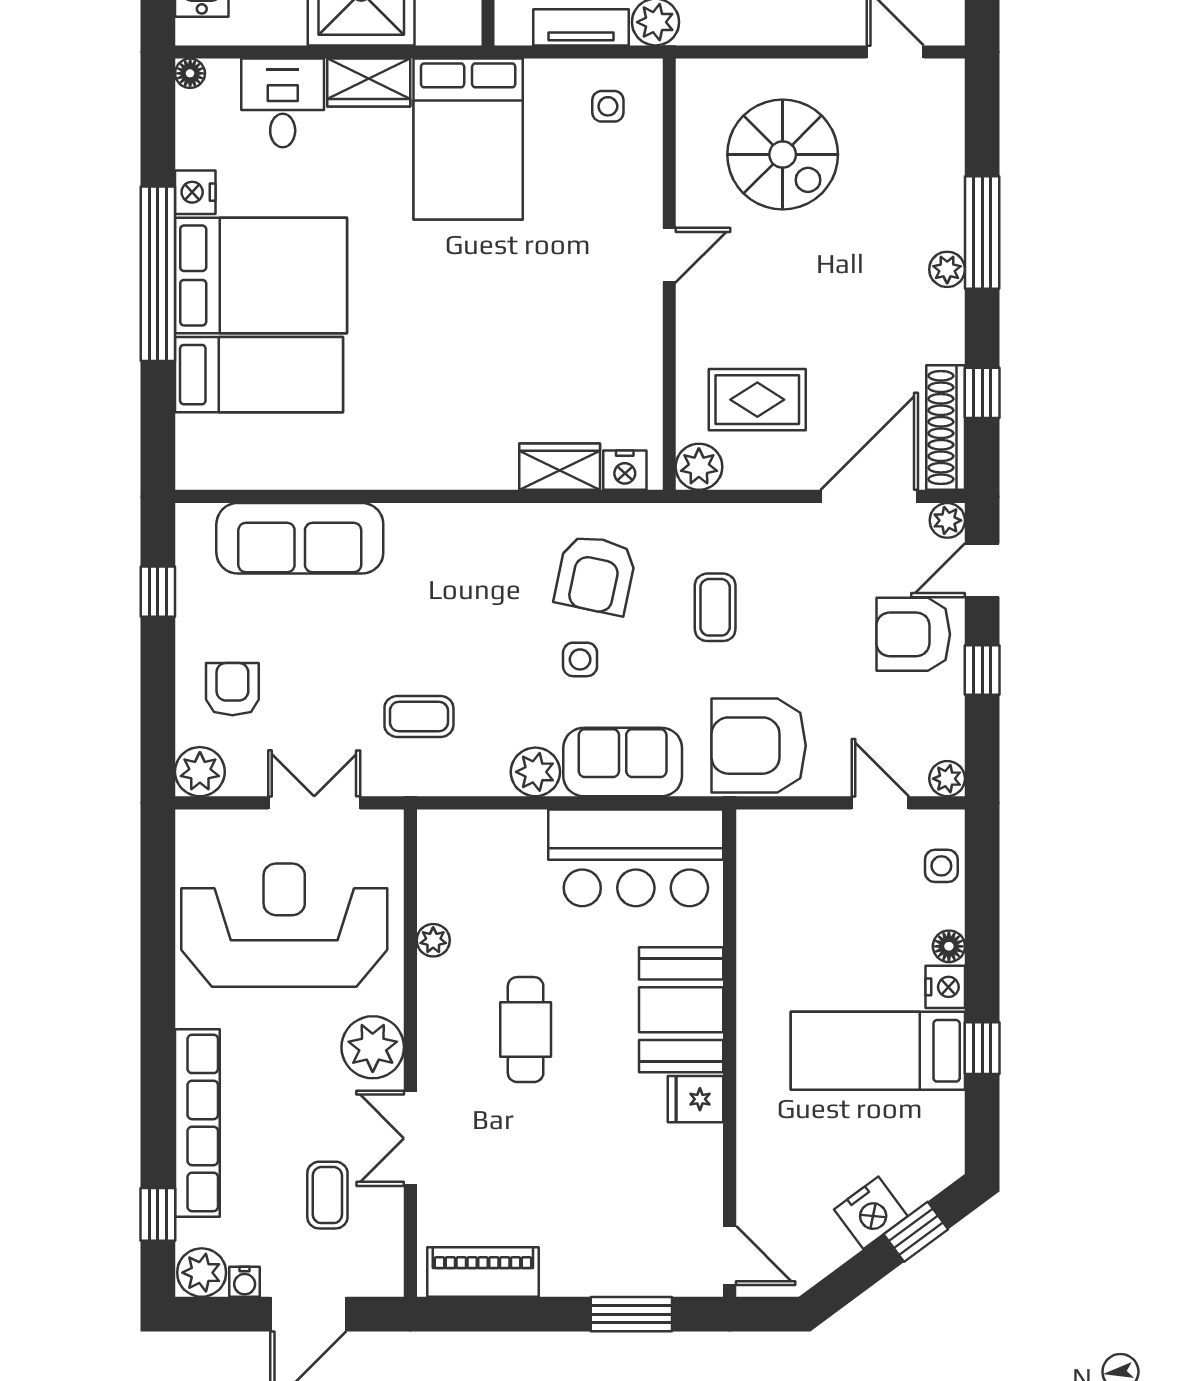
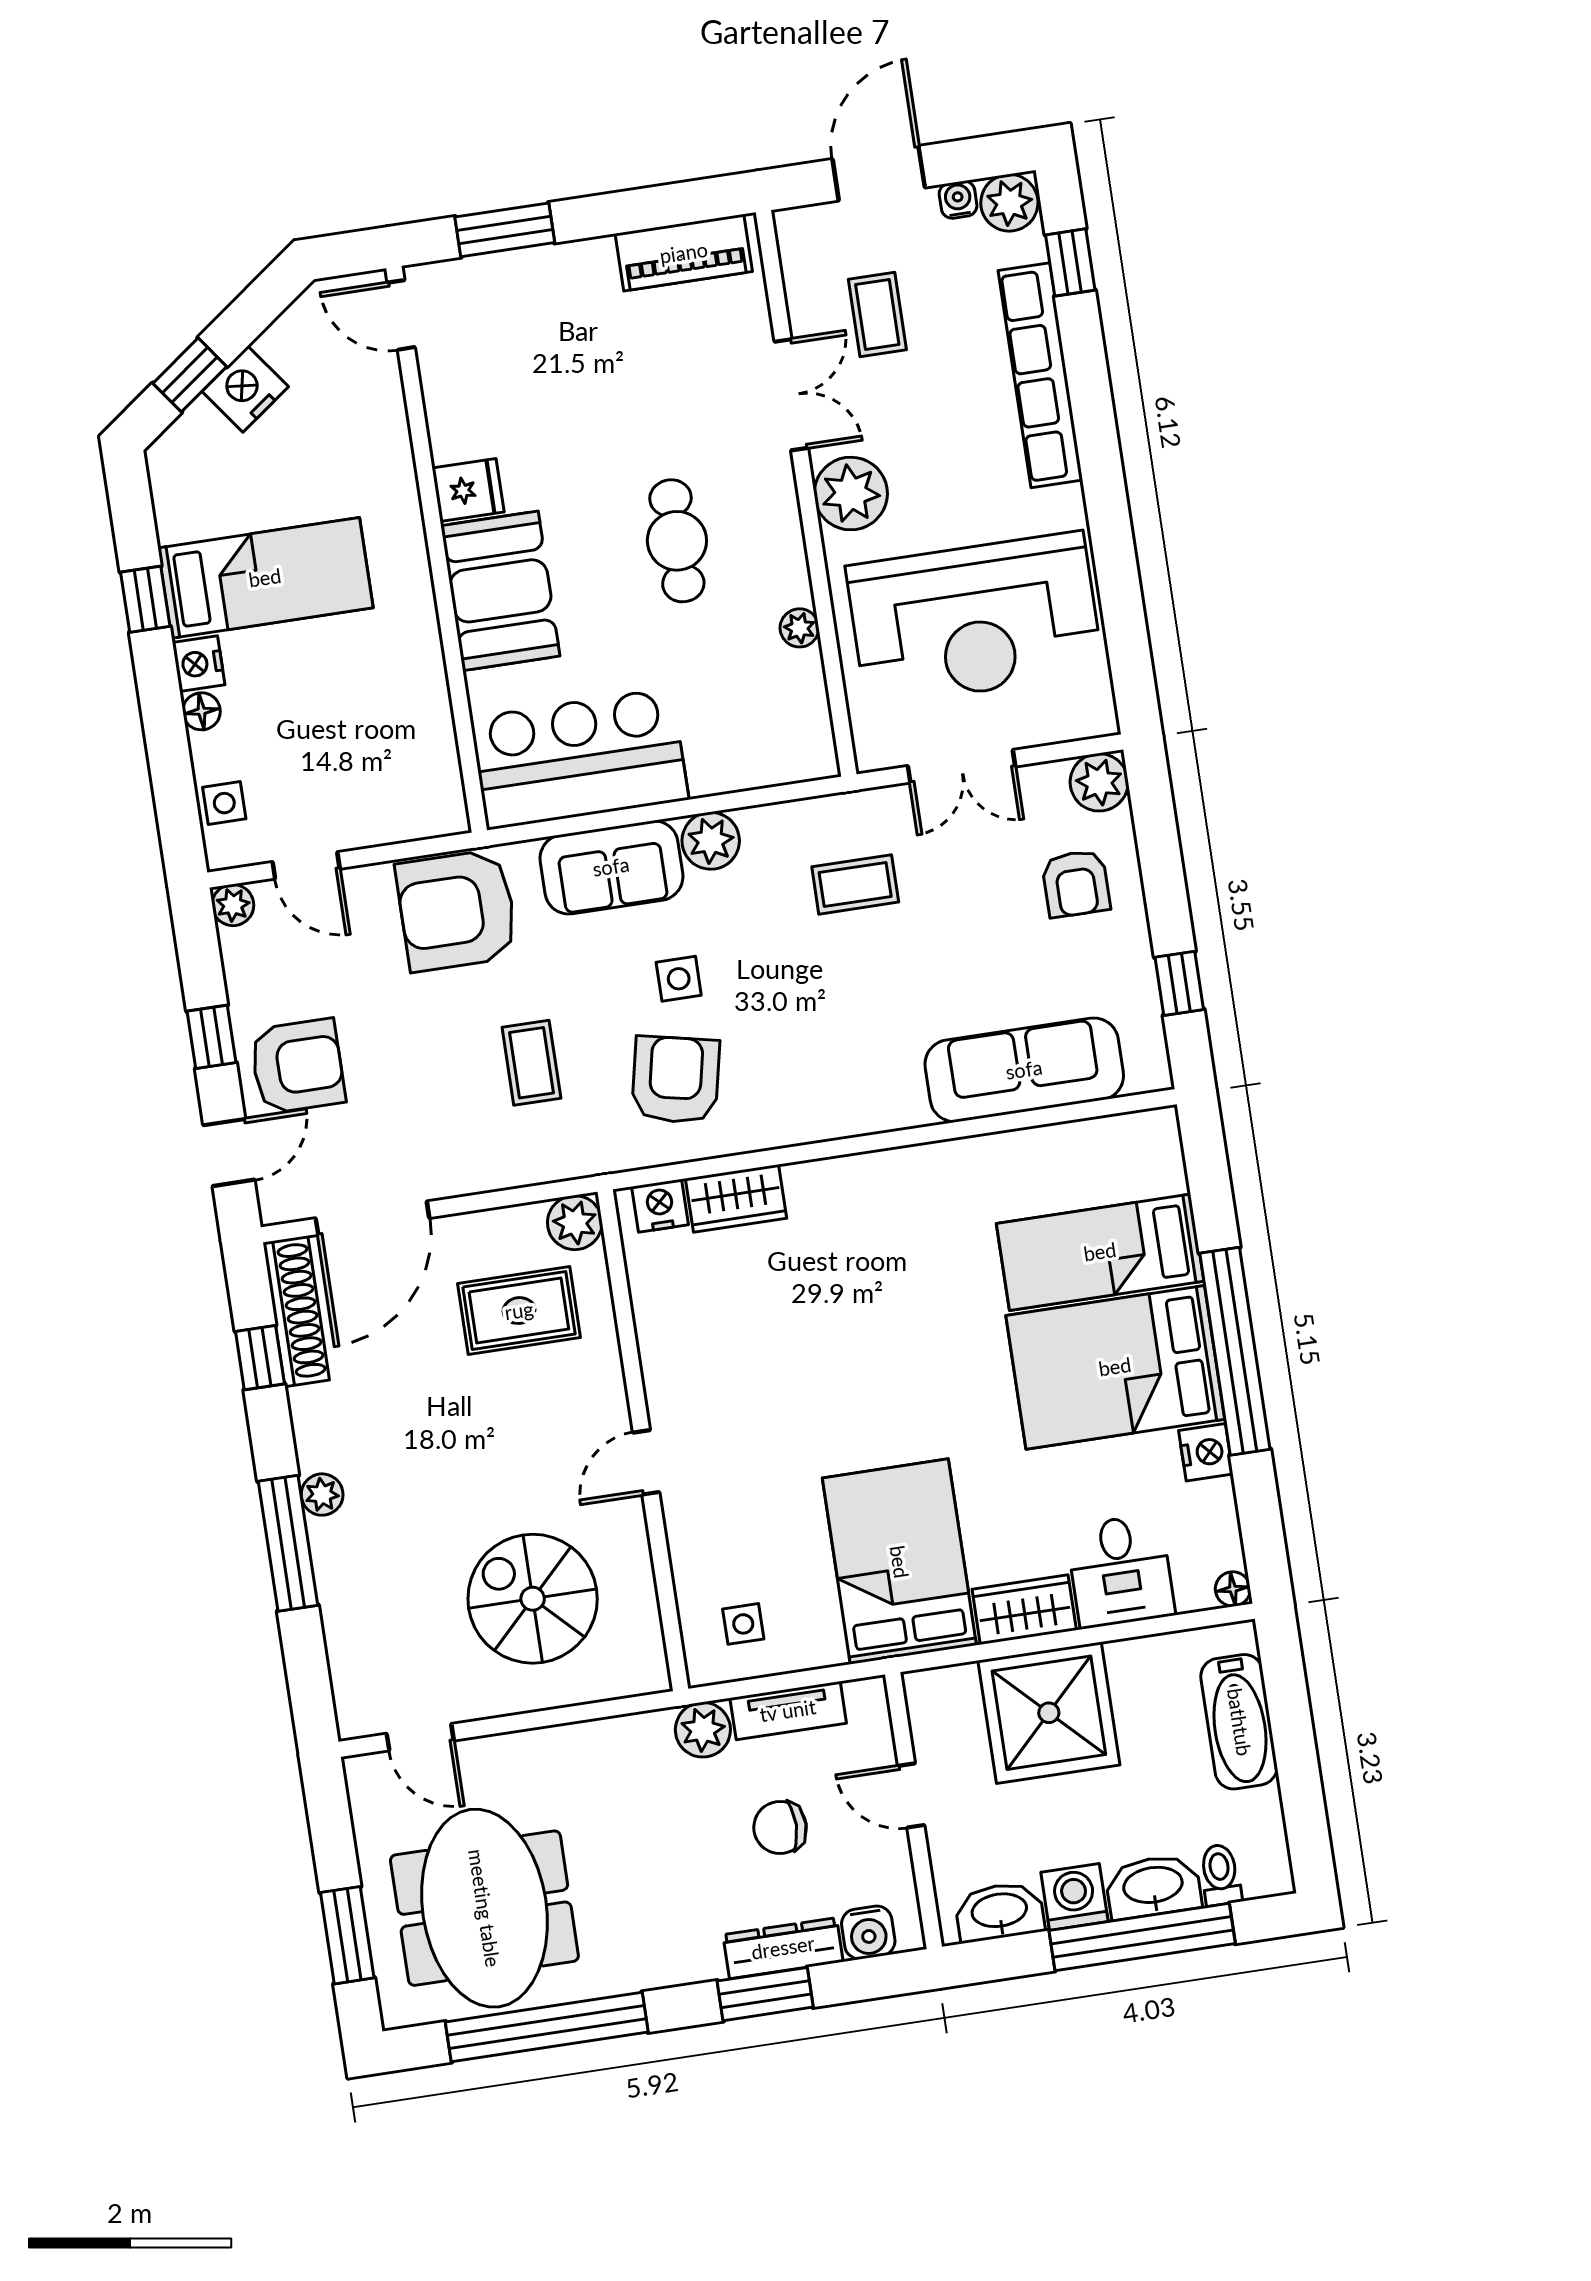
plant: (947, 520) -> (278, 1204), removed
armchair: (759, 746) -> (457, 910), turned 180

